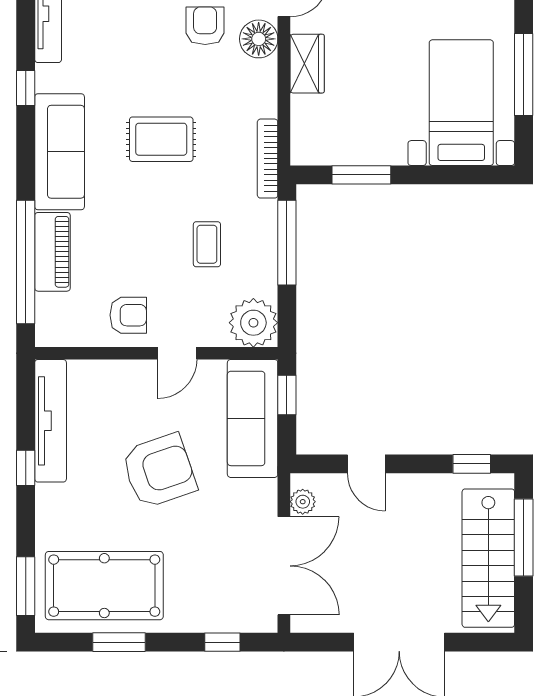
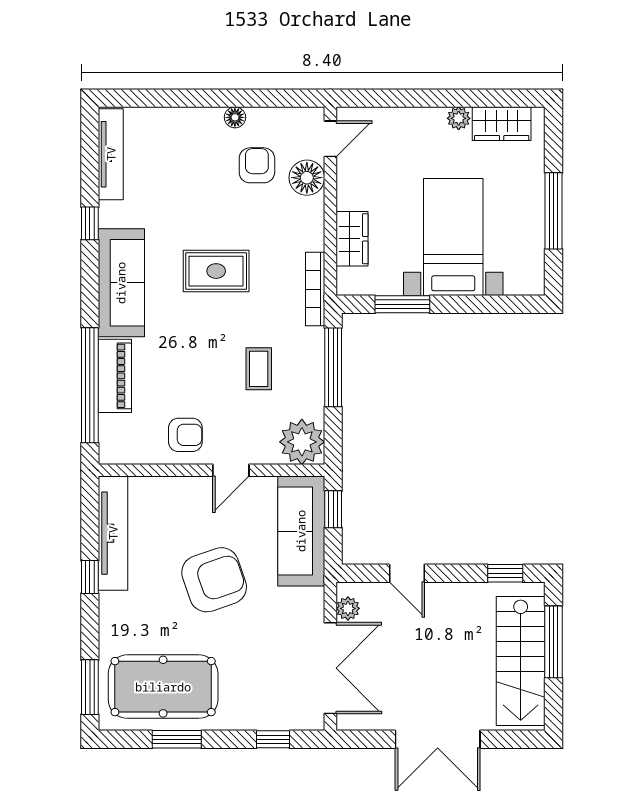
wardrobe: (307, 64) -> (352, 239), moved
bed with nightstands: (461, 103) -> (453, 237), moved

